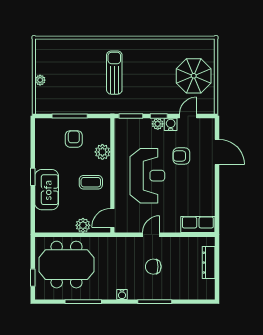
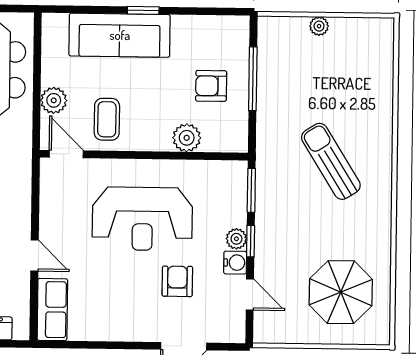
sun lounger: (114, 73) -> (331, 161), turned -122
parasol: (194, 76) -> (341, 292), moved
armchair: (74, 139) -> (211, 86), turned 180
coffee table: (91, 182) -> (107, 119), moved
sofa: (47, 190) -> (120, 35), width x1.36
door: (151, 235) -> (34, 256), moved

